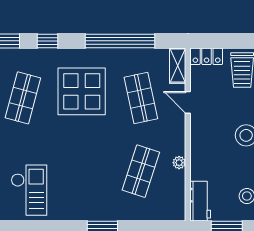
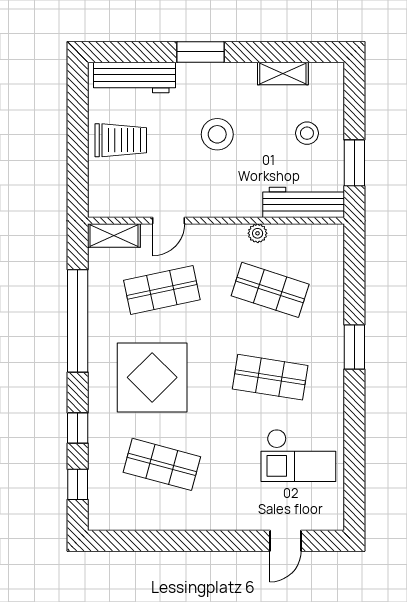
locker: (207, 56) -> (100, 193), removed
shop shelf: (82, 171) -> (270, 377), added
checkout: (29, 190) -> (298, 455), turned 180
workbench: (200, 201) -> (304, 202), width x1.37

